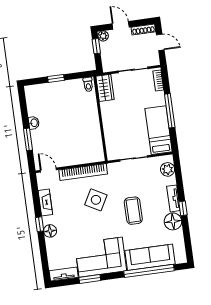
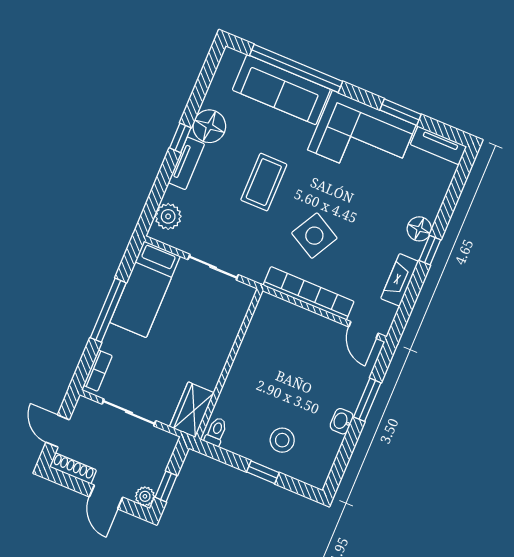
stool: (56, 98) -> (282, 440), added

